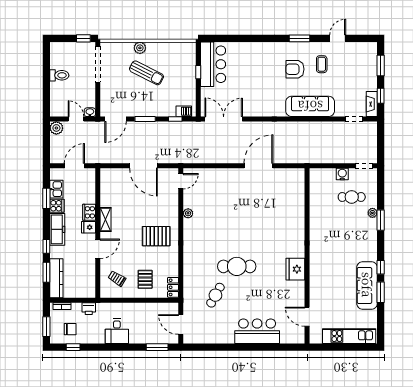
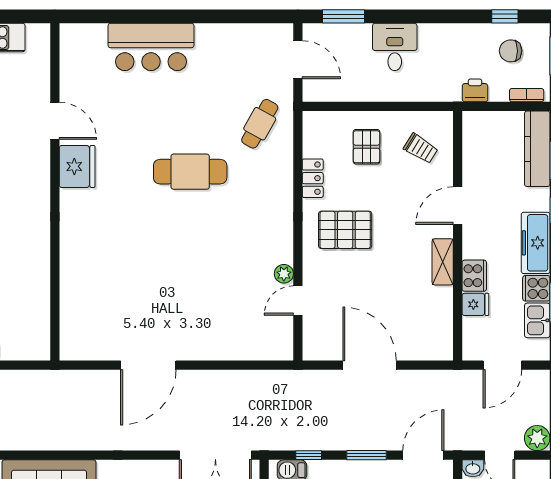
door: (181, 181) -> (298, 301), moved
fridge: (89, 227) -> (475, 304), moved
locker: (173, 287) -> (313, 178), moved
cafe table: (215, 295) -> (260, 124), moved
door: (307, 317) -> (55, 121), moved
desk: (117, 331) -> (395, 47), moved

